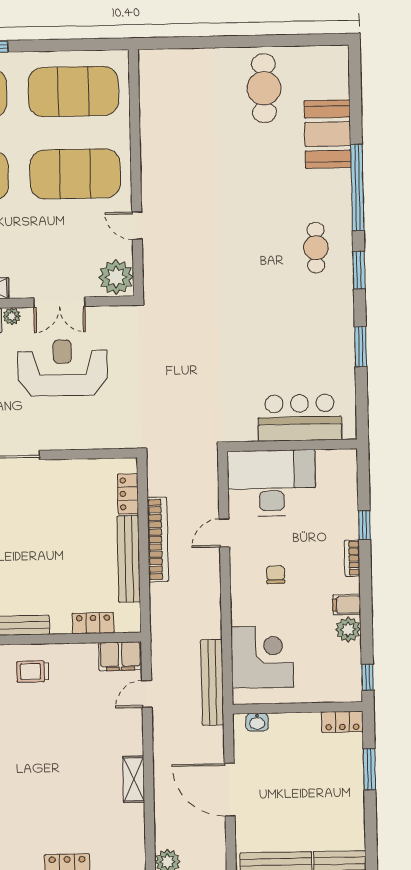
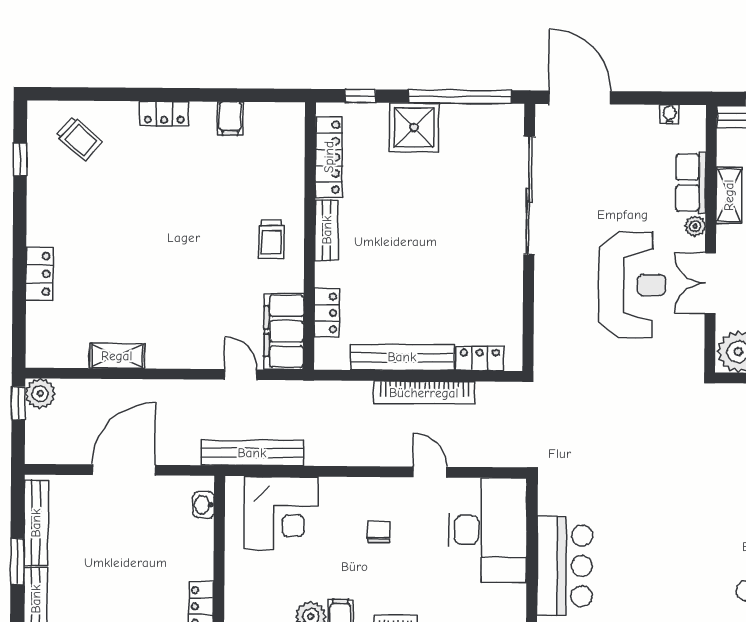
chair: (276, 575) -> (379, 532), turned -90
filing cabinet: (120, 656) -> (284, 331), width x1.50, depth x1.17
trolley: (33, 671) -> (271, 239), turned 180
shelving: (134, 779) -> (117, 356), moved

